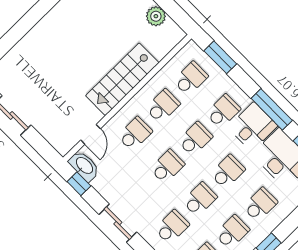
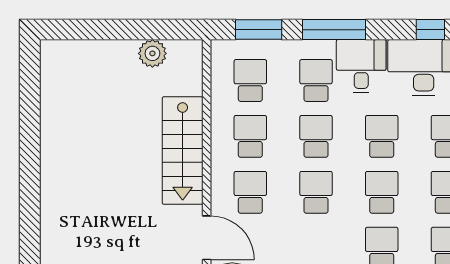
window: (272, 109) -> (334, 30), moved
door: (91, 134) -> (207, 238), width x1.38

